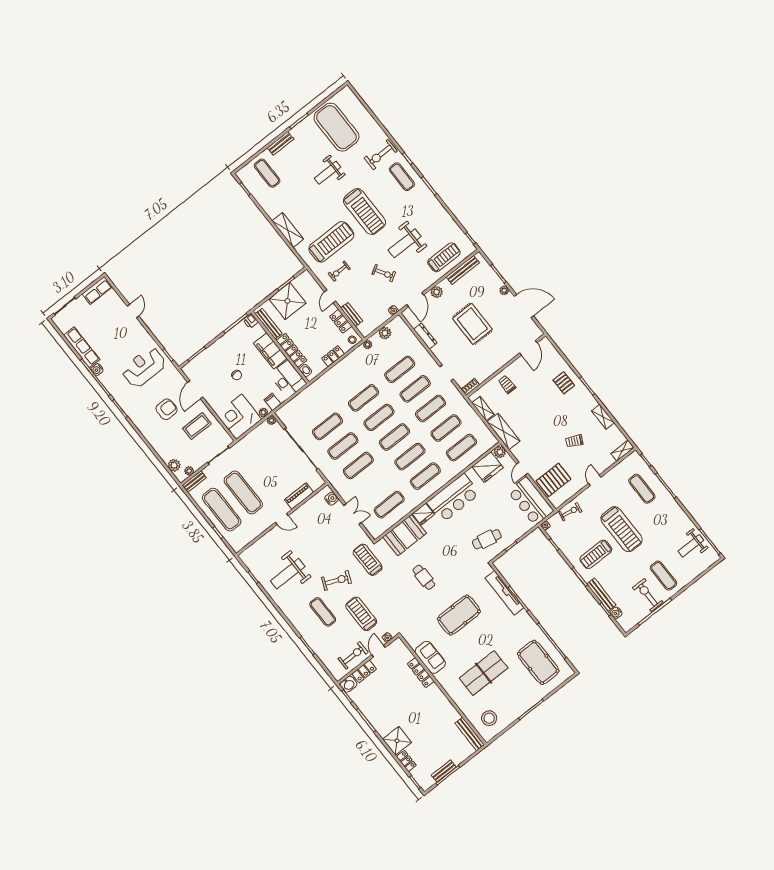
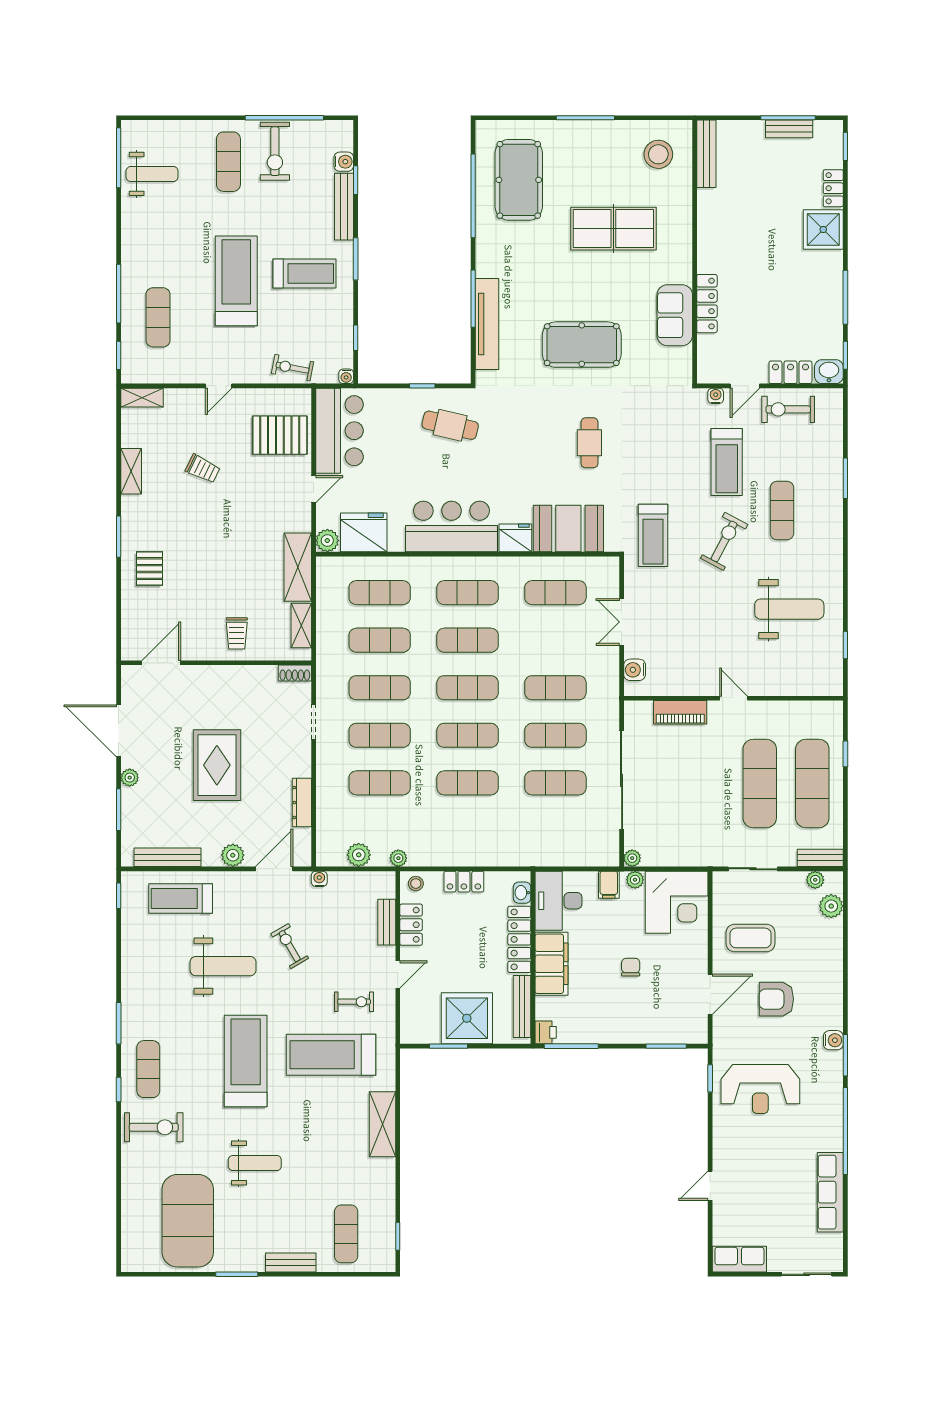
water cooler: (97, 370) -> (833, 1040), moved
exercise bike: (336, 580) -> (724, 541), turned 95

